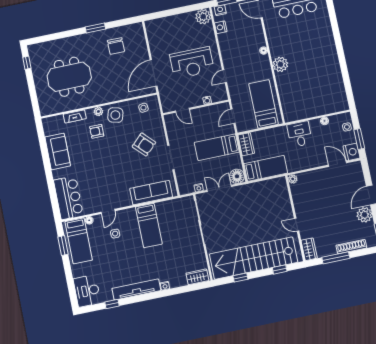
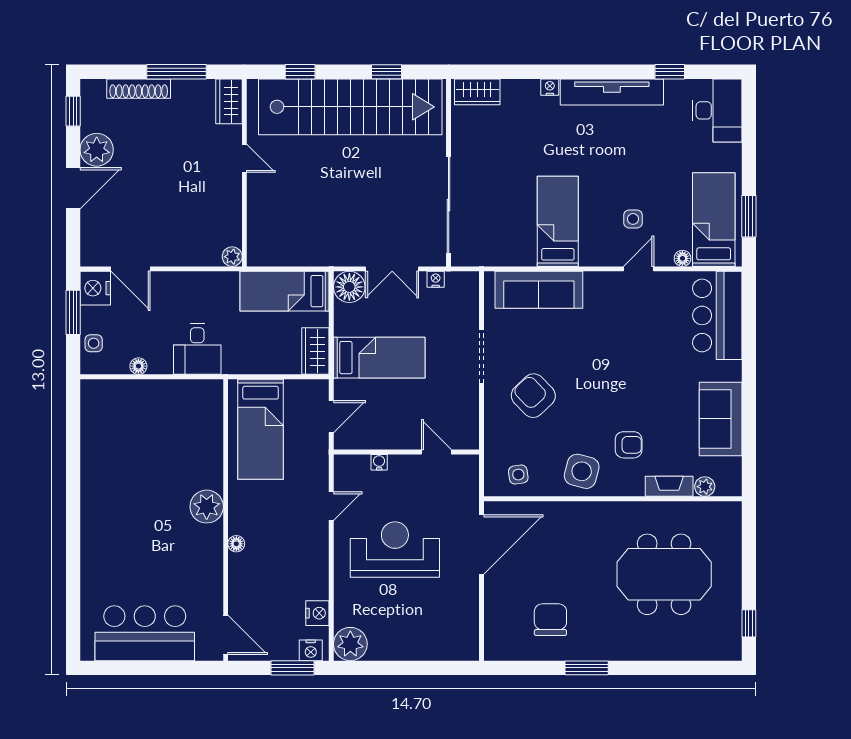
plant: (98, 111) -> (705, 487), moved

